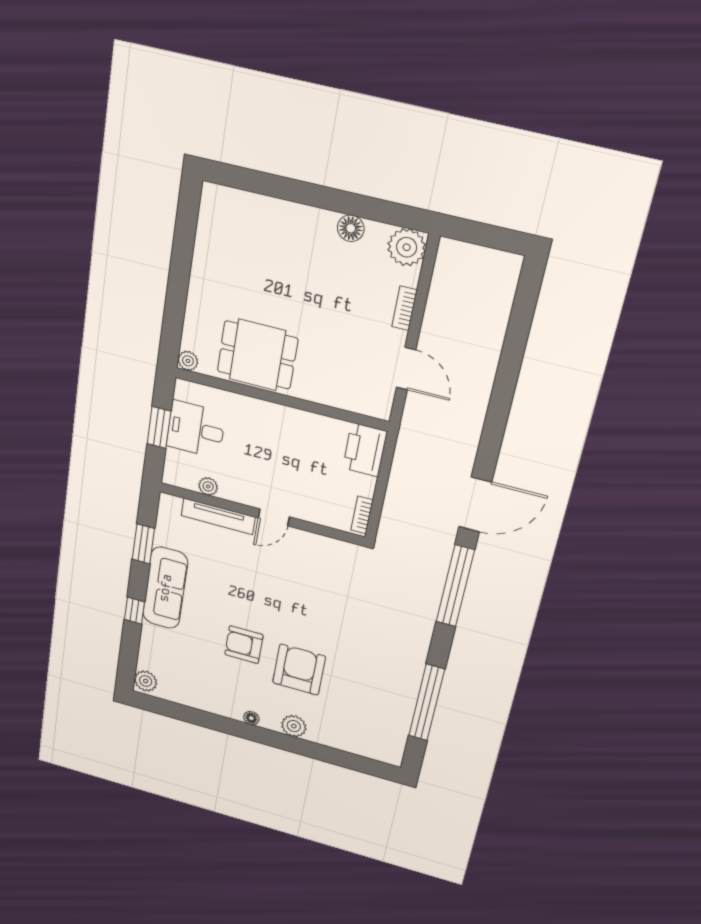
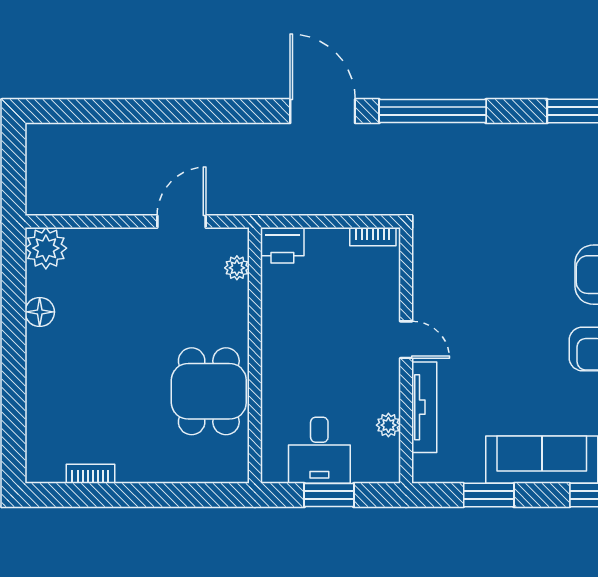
bookcase: (405, 308) -> (90, 474), moved, turned 180
plant: (188, 361) -> (237, 268), moved
printer: (365, 450) -> (282, 245), width x0.73, depth x0.84

